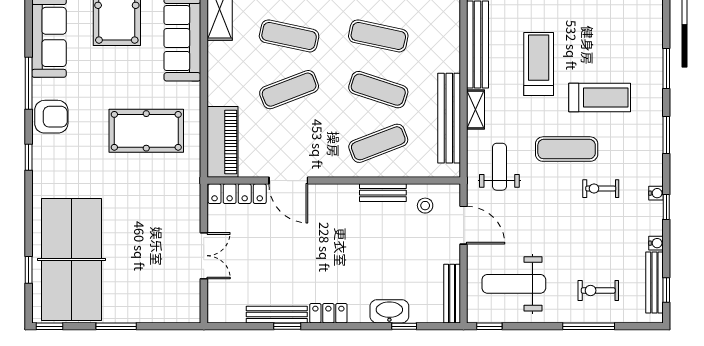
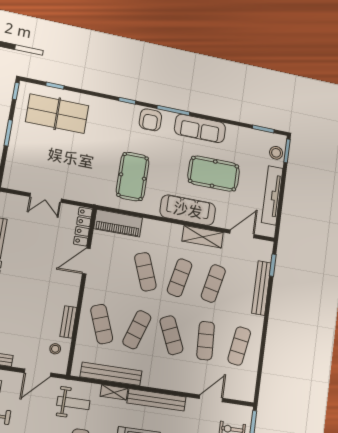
exercise mat: (378, 36) -> (171, 335), turned -36
table tennis table: (71, 260) -> (57, 114), width x0.73, depth x0.76

